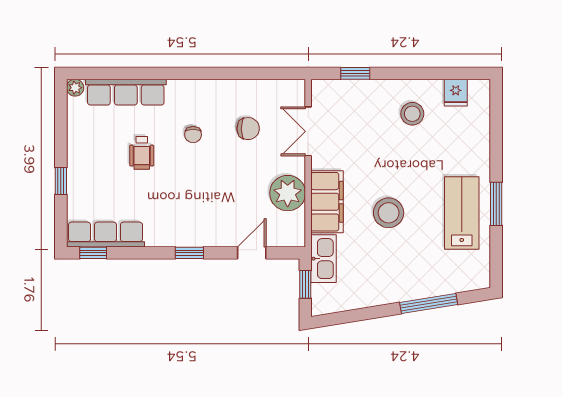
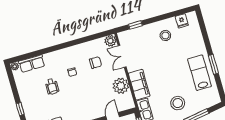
row of seats: (126, 92) -> (32, 64), width x0.68
plant: (293, 92) -> (110, 41), added
stool: (389, 213) -> (178, 103), moved

